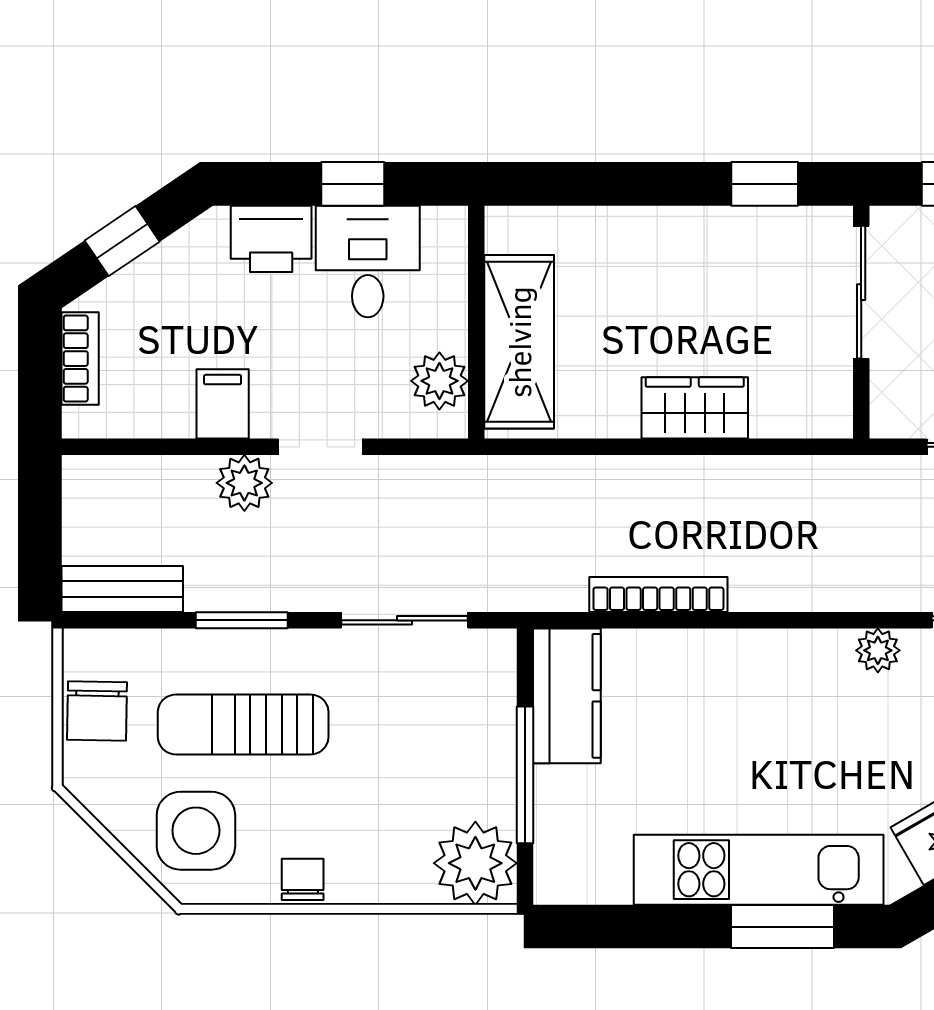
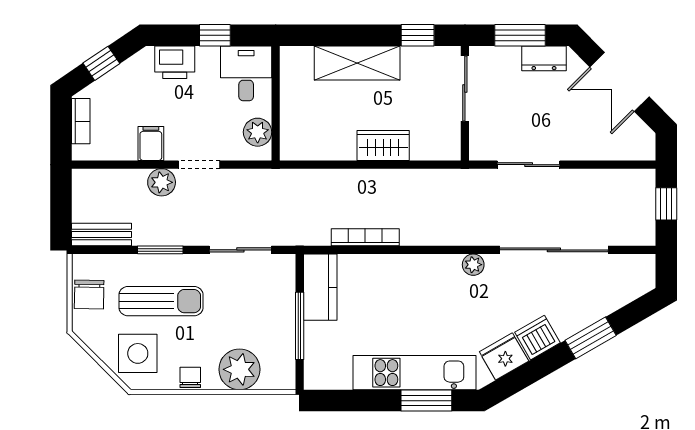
desk: (368, 262) -> (246, 73), moved
shelving: (519, 342) -> (357, 63), moved, turned 90
sun lounger: (243, 724) -> (161, 301), turned 180
plant: (475, 863) -> (239, 369), moved

